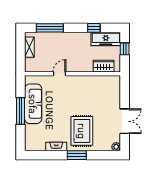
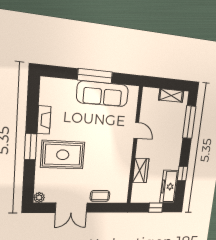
wardrobe: (104, 66) -> (141, 171), moved
coffee table: (115, 99) -> (100, 196), added

